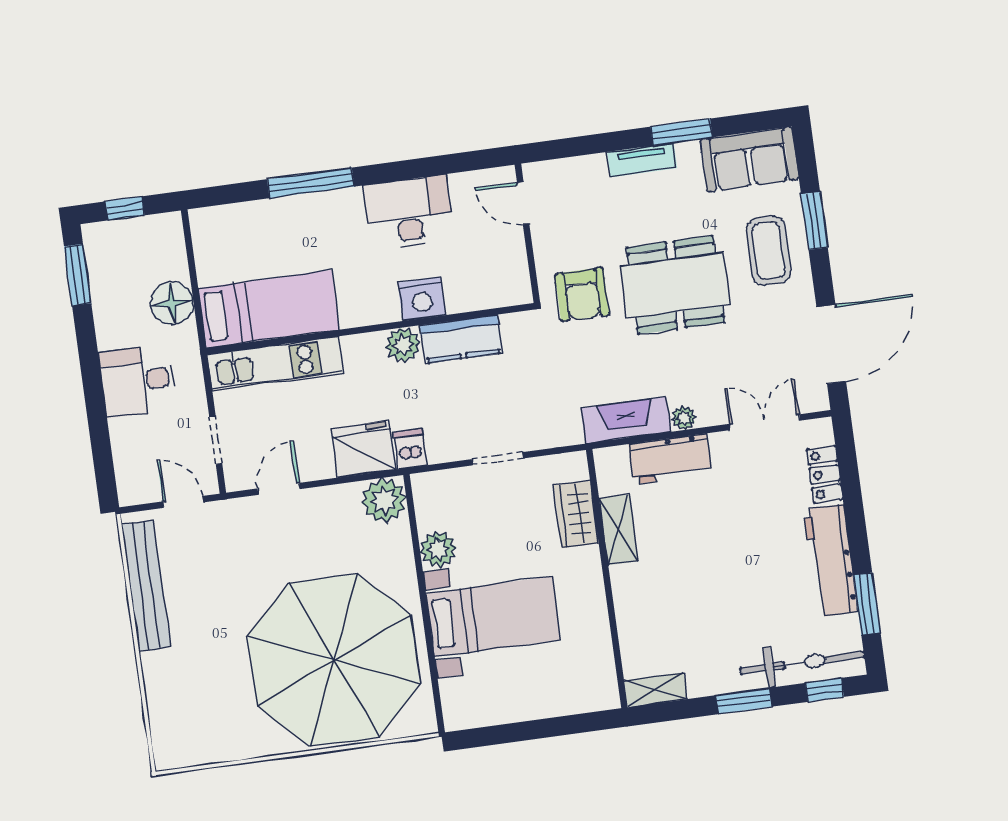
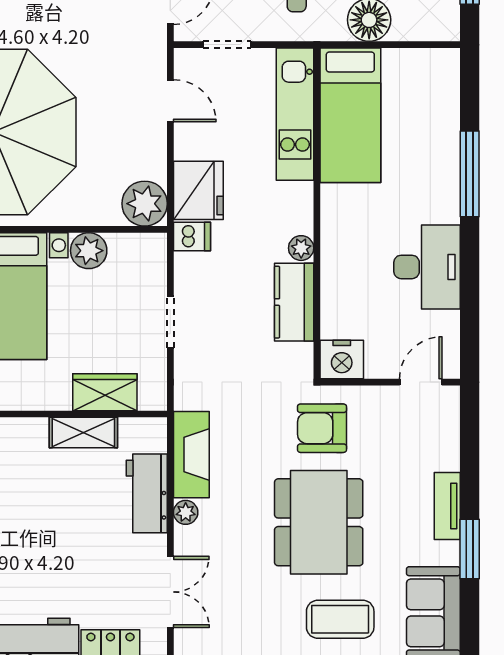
nightstand: (422, 299) -> (342, 360), moved, turned -90
plant: (403, 345) -> (301, 248), width x0.73, depth x0.73

